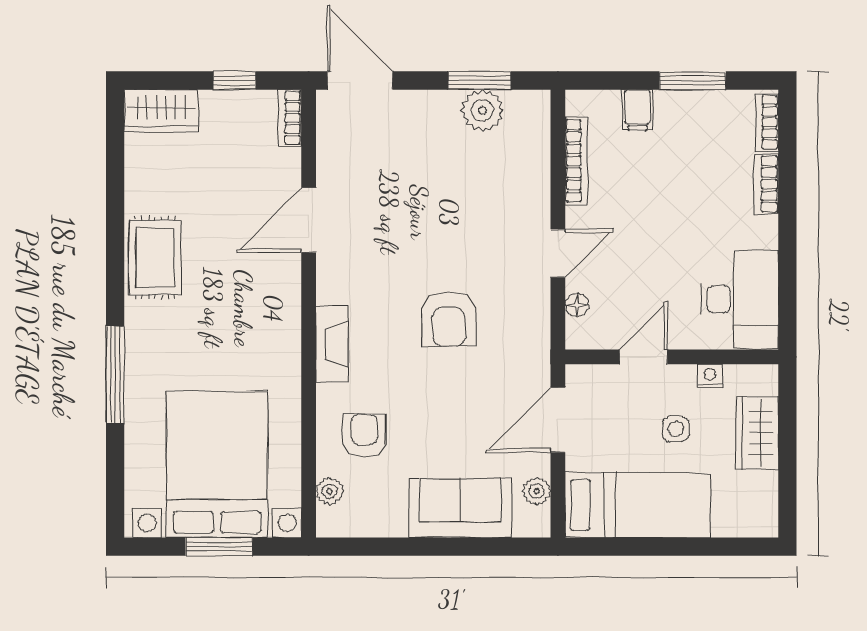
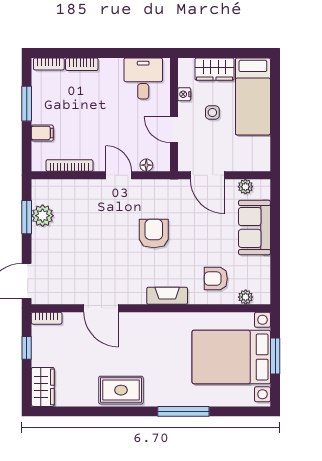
desk: (740, 299) -> (143, 78), width x0.73
armchair: (449, 319) -> (154, 234), turned -89
bed: (638, 505) -> (253, 96), moved, turned 180

